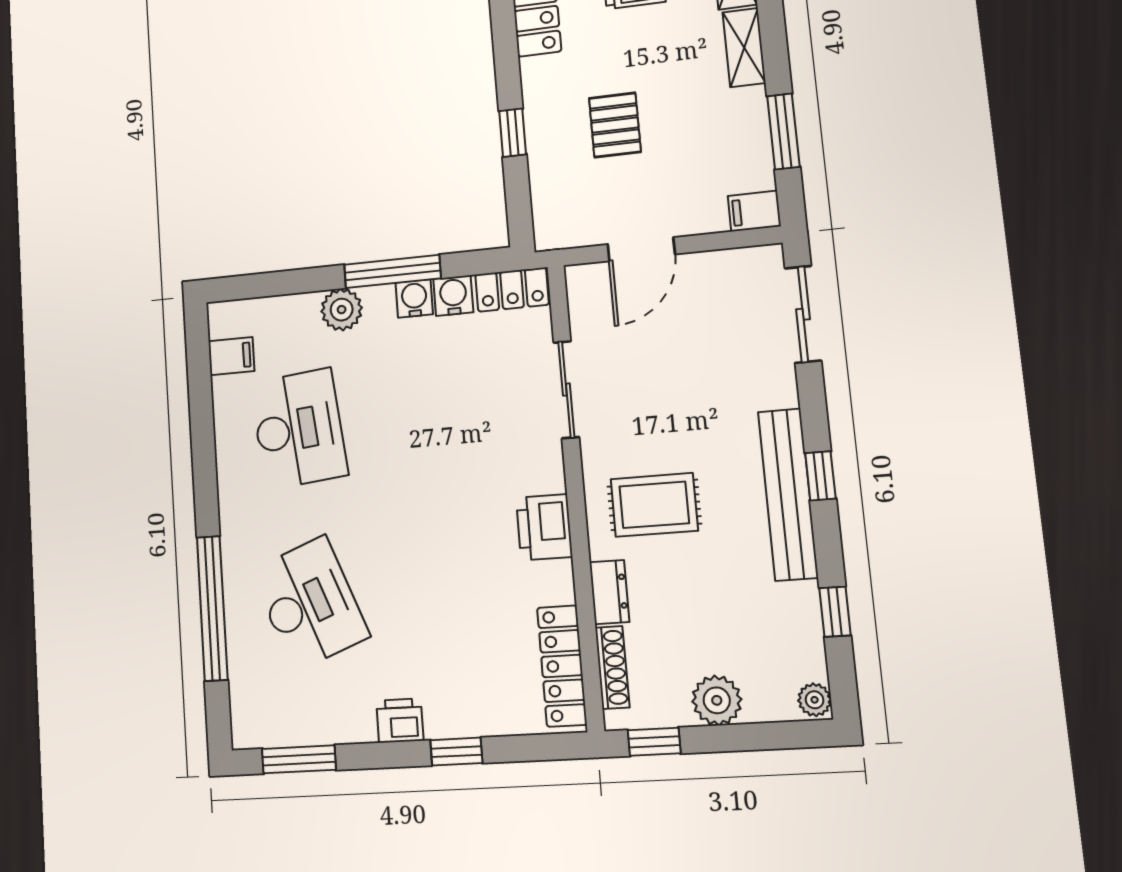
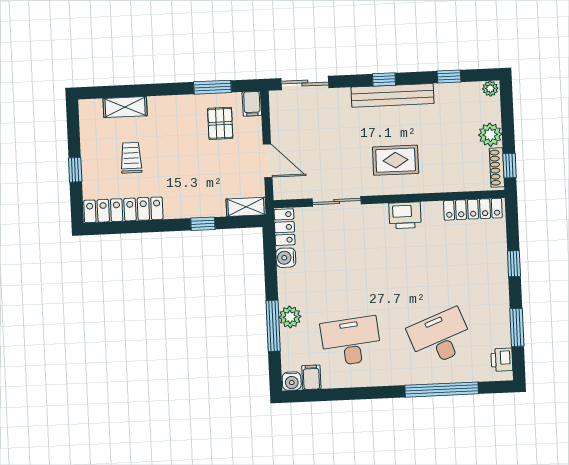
shelving: (744, 48) -> (246, 207), moved
pallet: (615, 125) -> (220, 123), moved, turned 90
window: (392, 271) -> (273, 326), moved
water cooler: (414, 299) -> (292, 381), moved, turned -90
rug: (654, 505) -> (396, 160), turned 90
dresser: (609, 592) -> (438, 184), removed
shoe rack: (612, 667) -> (497, 168), moved, turned -90
printer: (400, 720) -> (502, 360), moved
window: (299, 759) -> (517, 327), moved

